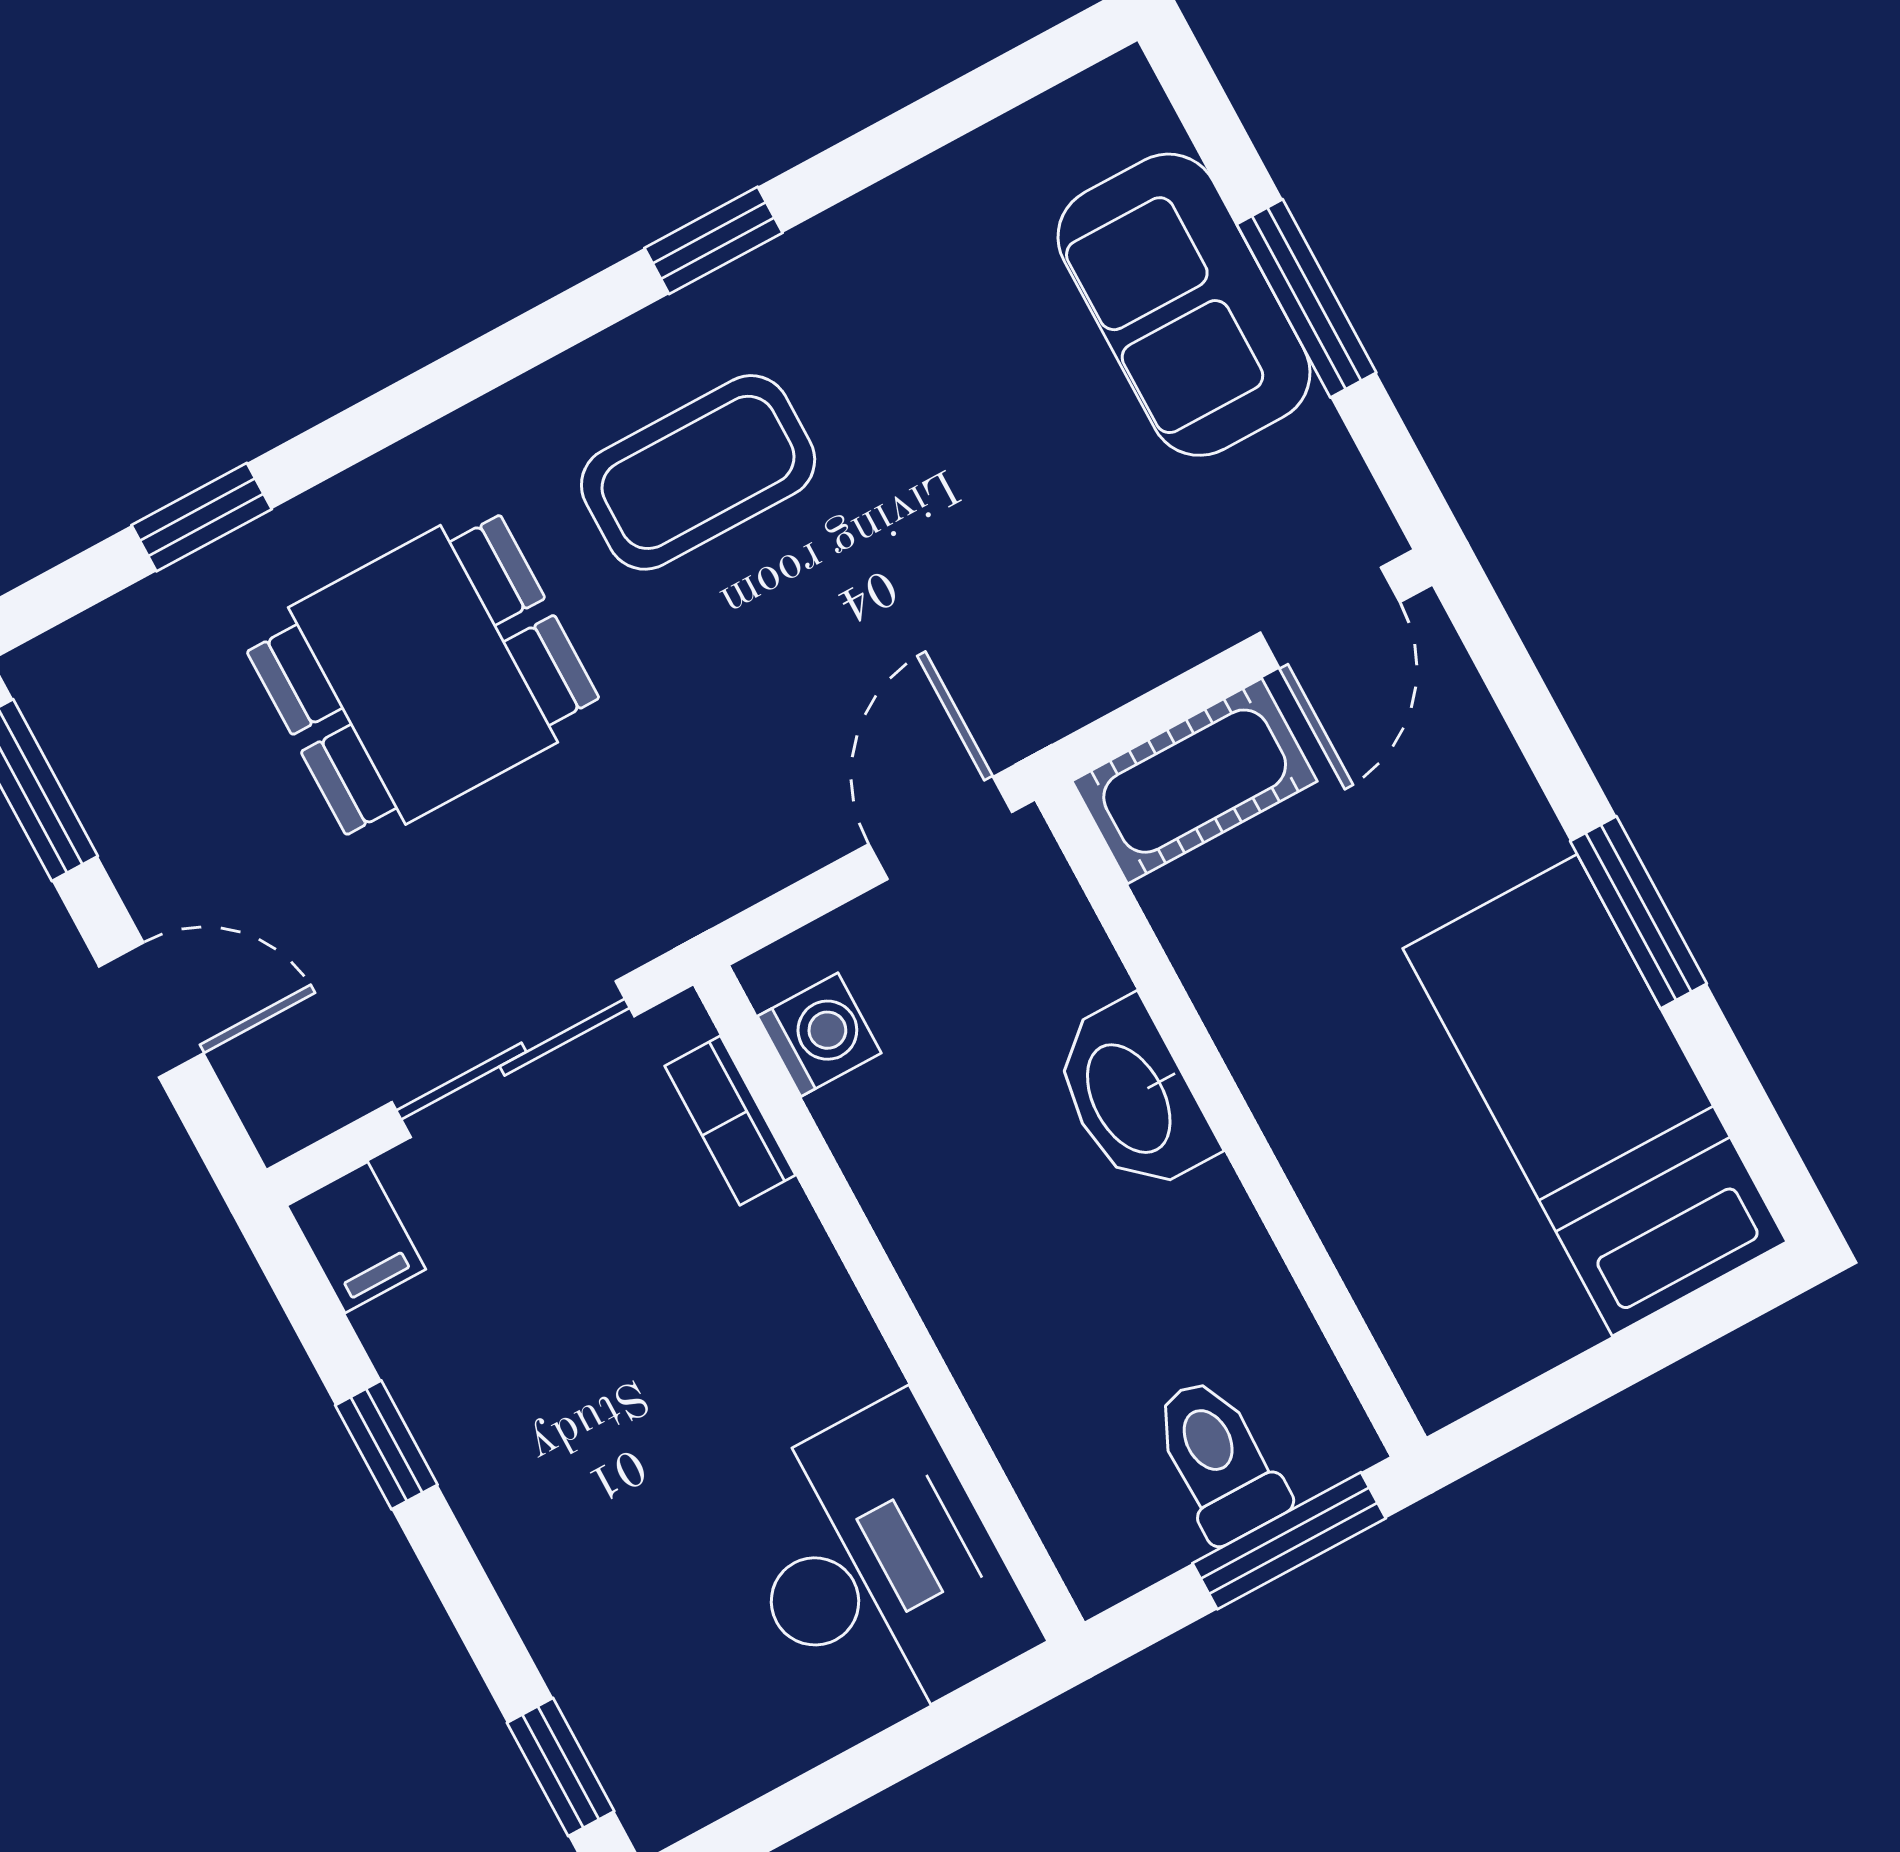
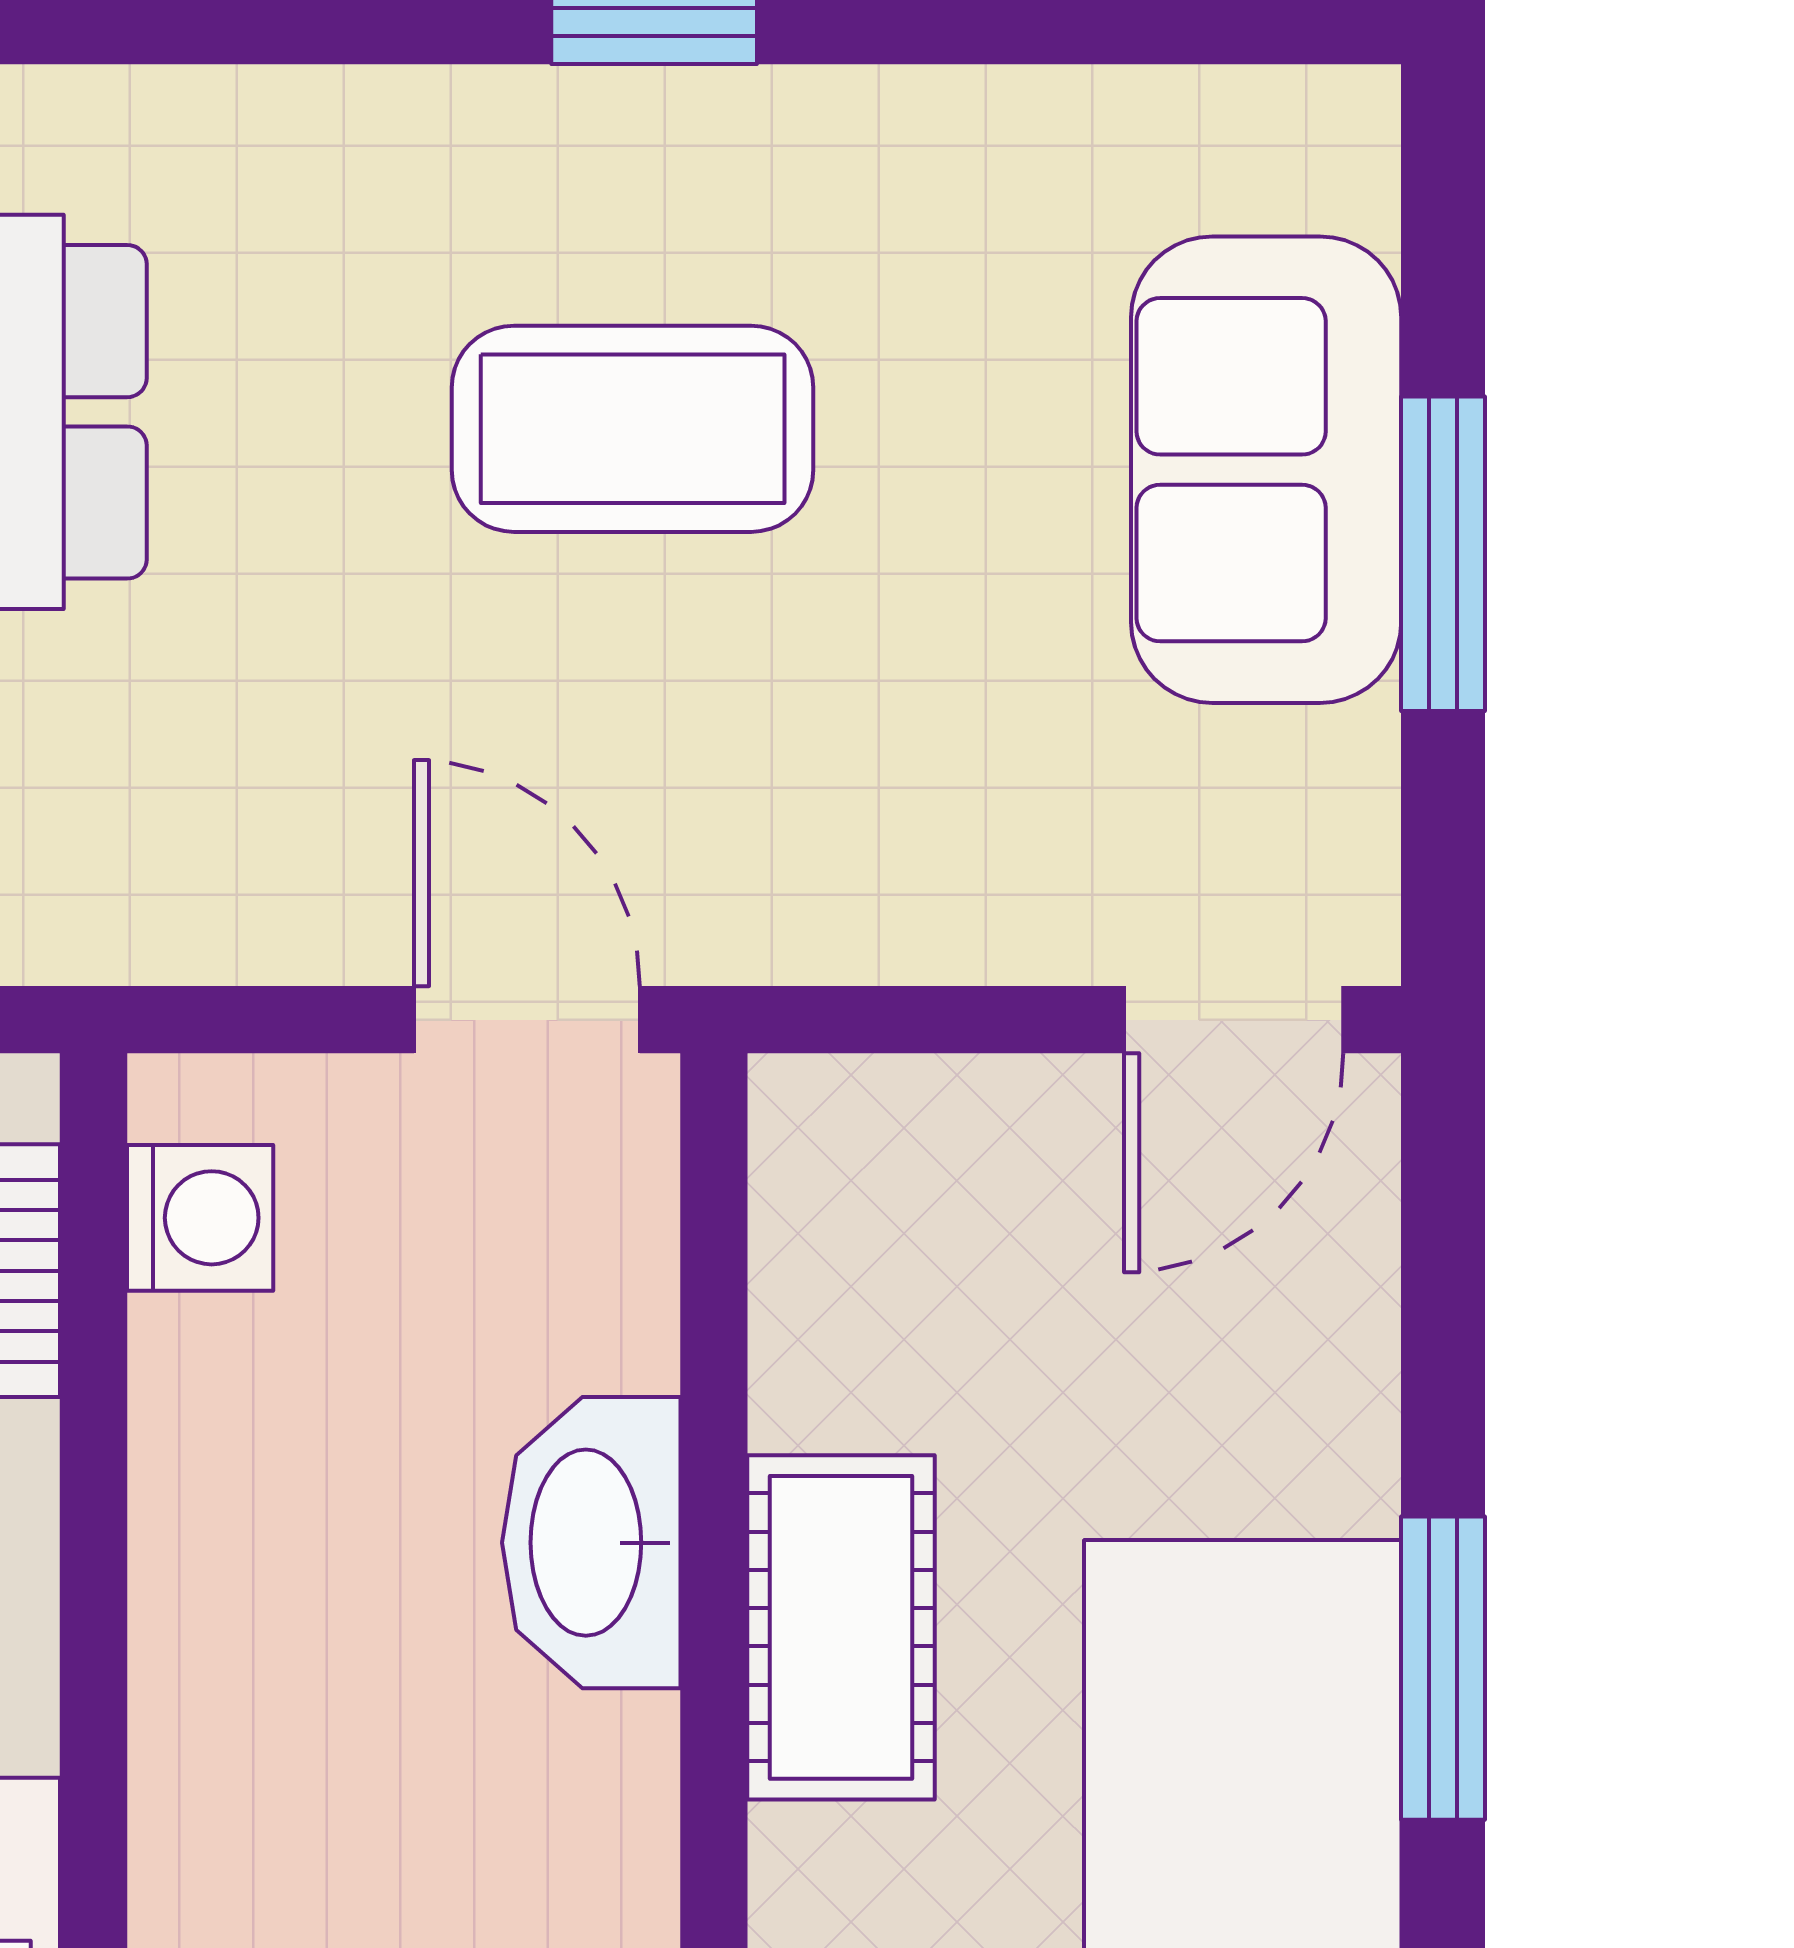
coffee table: (698, 472) -> (633, 429), moved
cot: (1195, 781) -> (841, 1627), moved, turned 90
door: (940, 828) -> (527, 1020), hinge flipped

